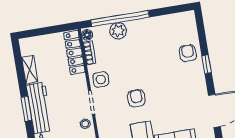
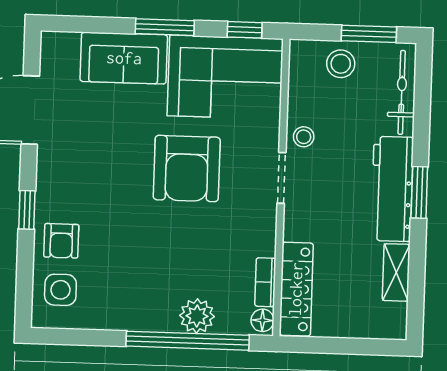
side table: (101, 79) -> (60, 290), moved
armchair: (136, 98) -> (187, 168), width x1.88, depth x1.88

